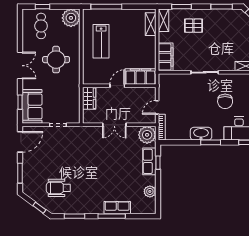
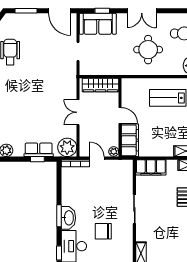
plant: (151, 92) -> (114, 152), added
wardrobe: (89, 98) -> (101, 85), width x1.50
washbasin: (201, 134) -> (68, 218), moved

